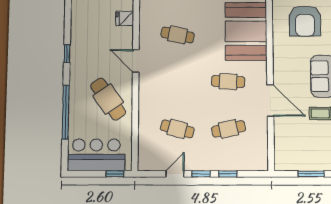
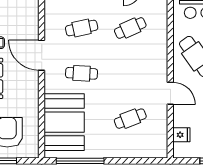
cafe table: (178, 35) -> (130, 119), turned -33
cafe table: (177, 129) -> (130, 28), turned -39

